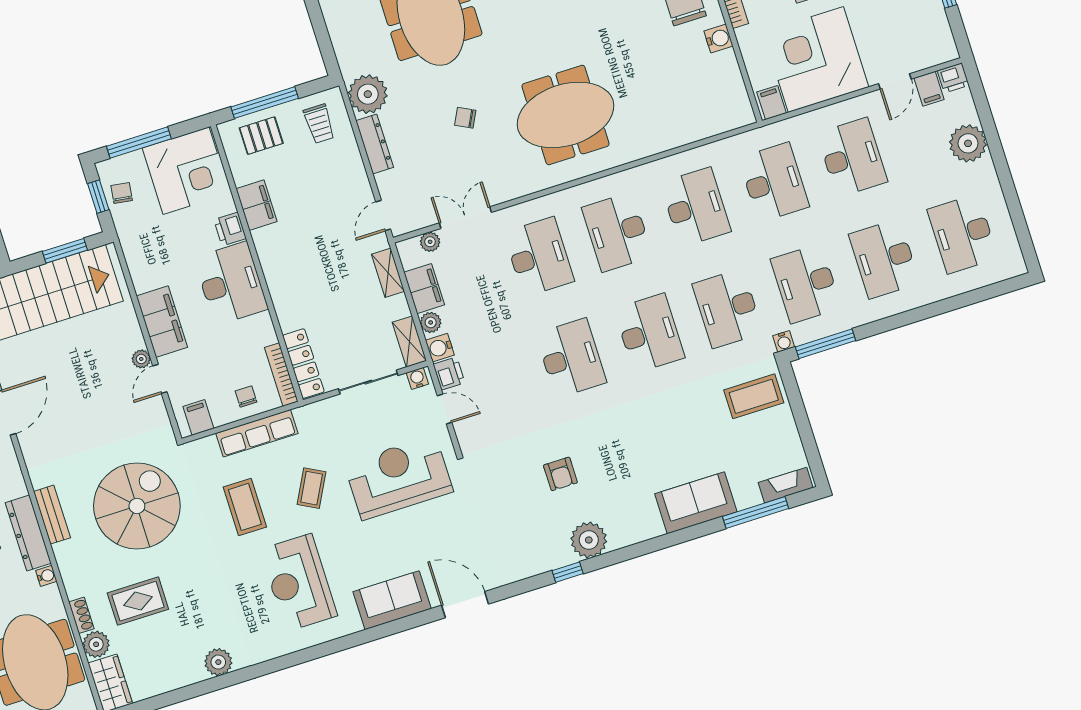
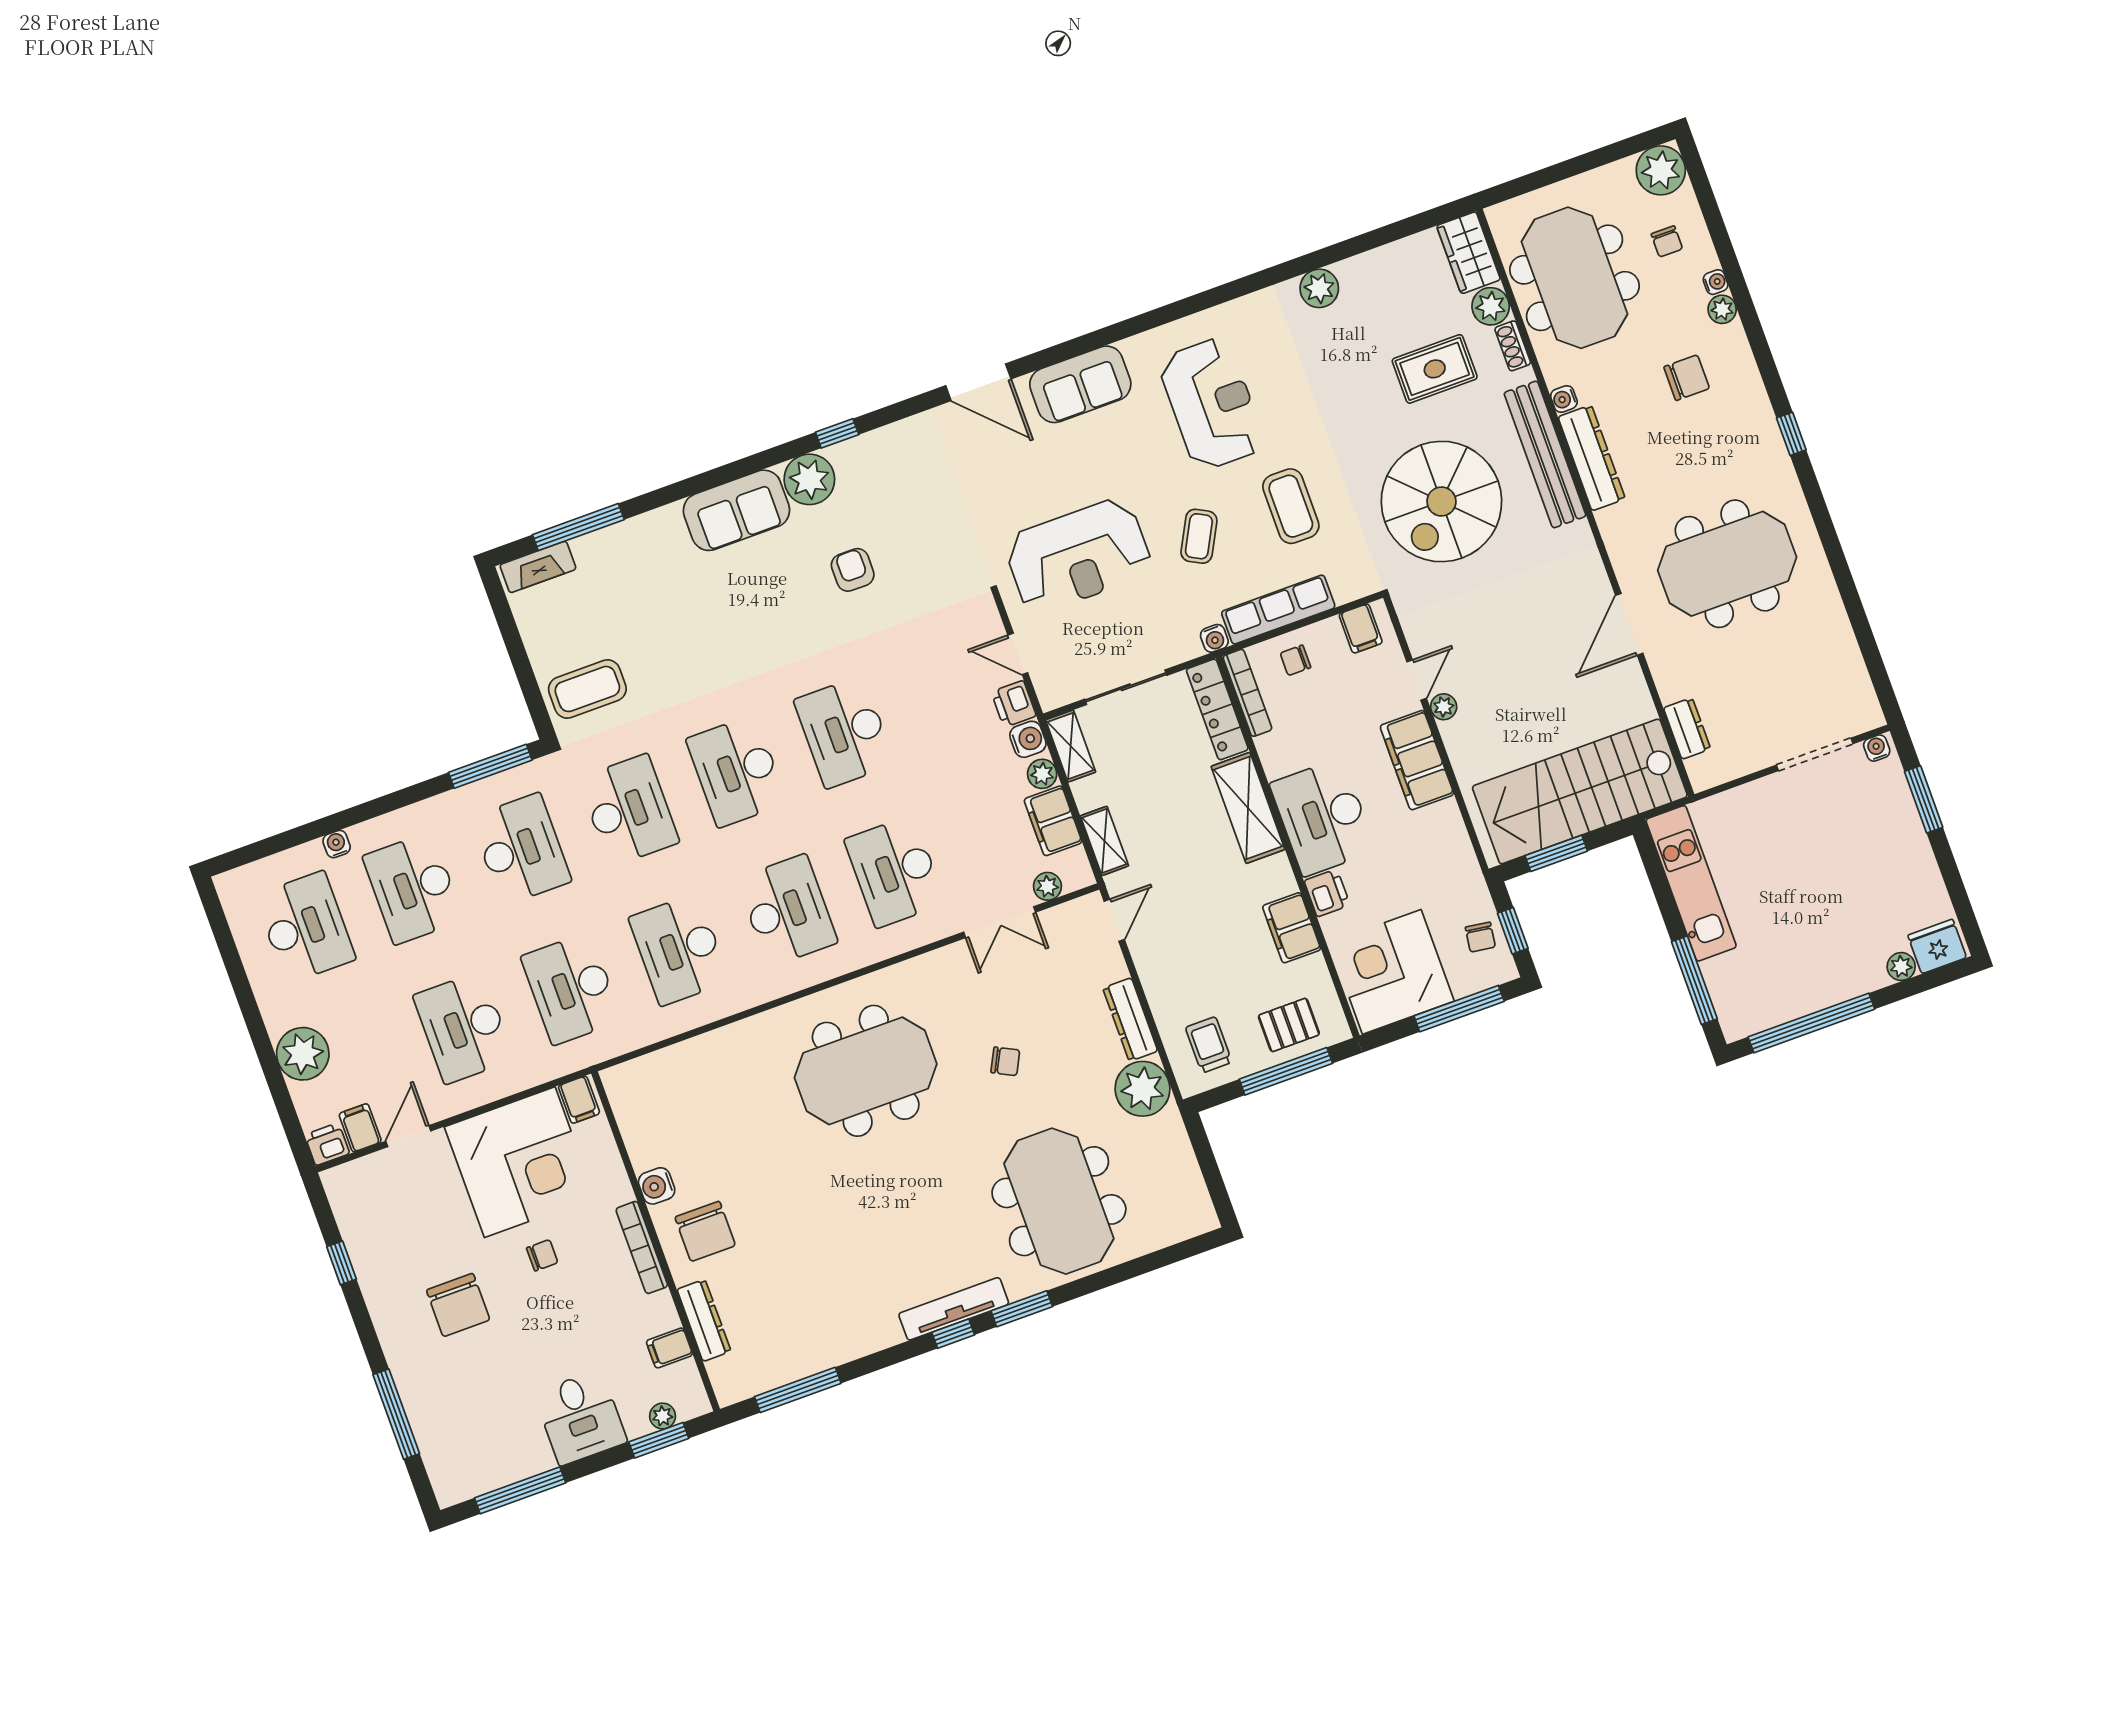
desk: (884, 259) -> (413, 888), turned 180
shelving: (284, 292) -> (1248, 808), added
water cooler: (784, 341) -> (337, 844), moved
water cooler: (417, 378) -> (1214, 638), moved
chair: (246, 397) -> (1295, 660), turned 90
sofa: (696, 503) -> (736, 510), moved
bench: (52, 515) -> (1545, 454), width x1.86, depth x1.21

